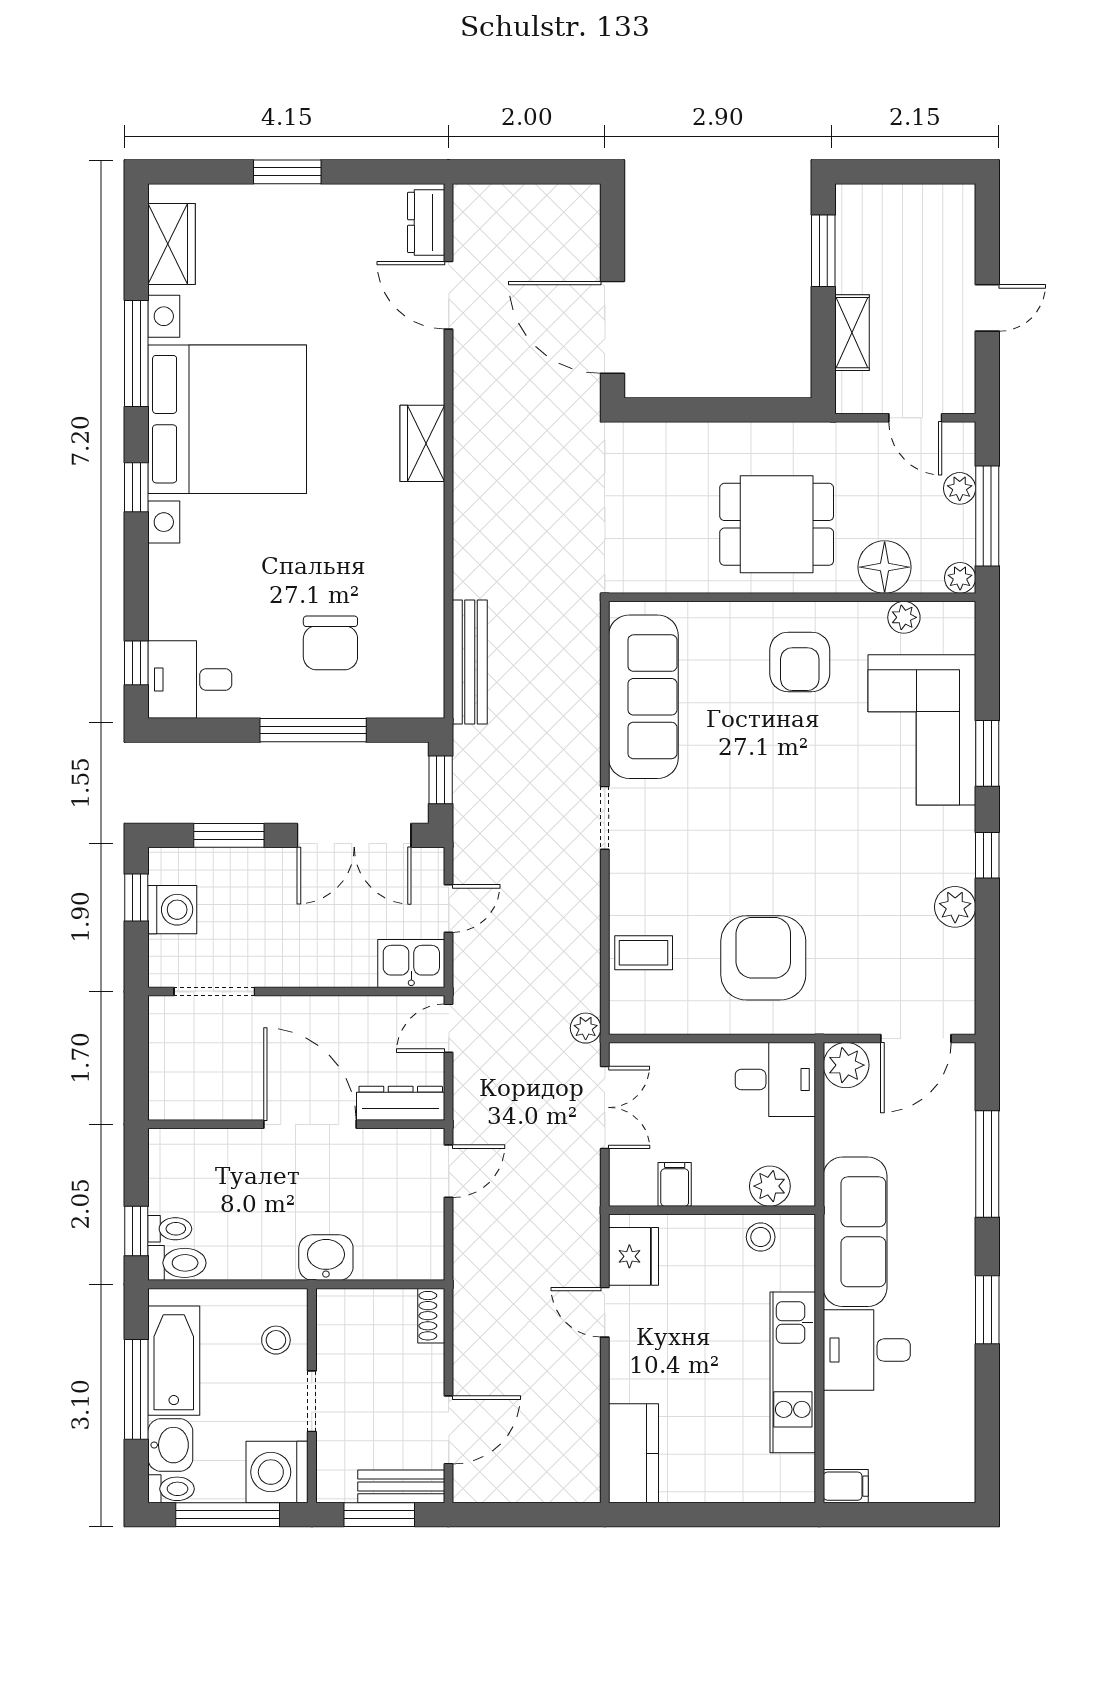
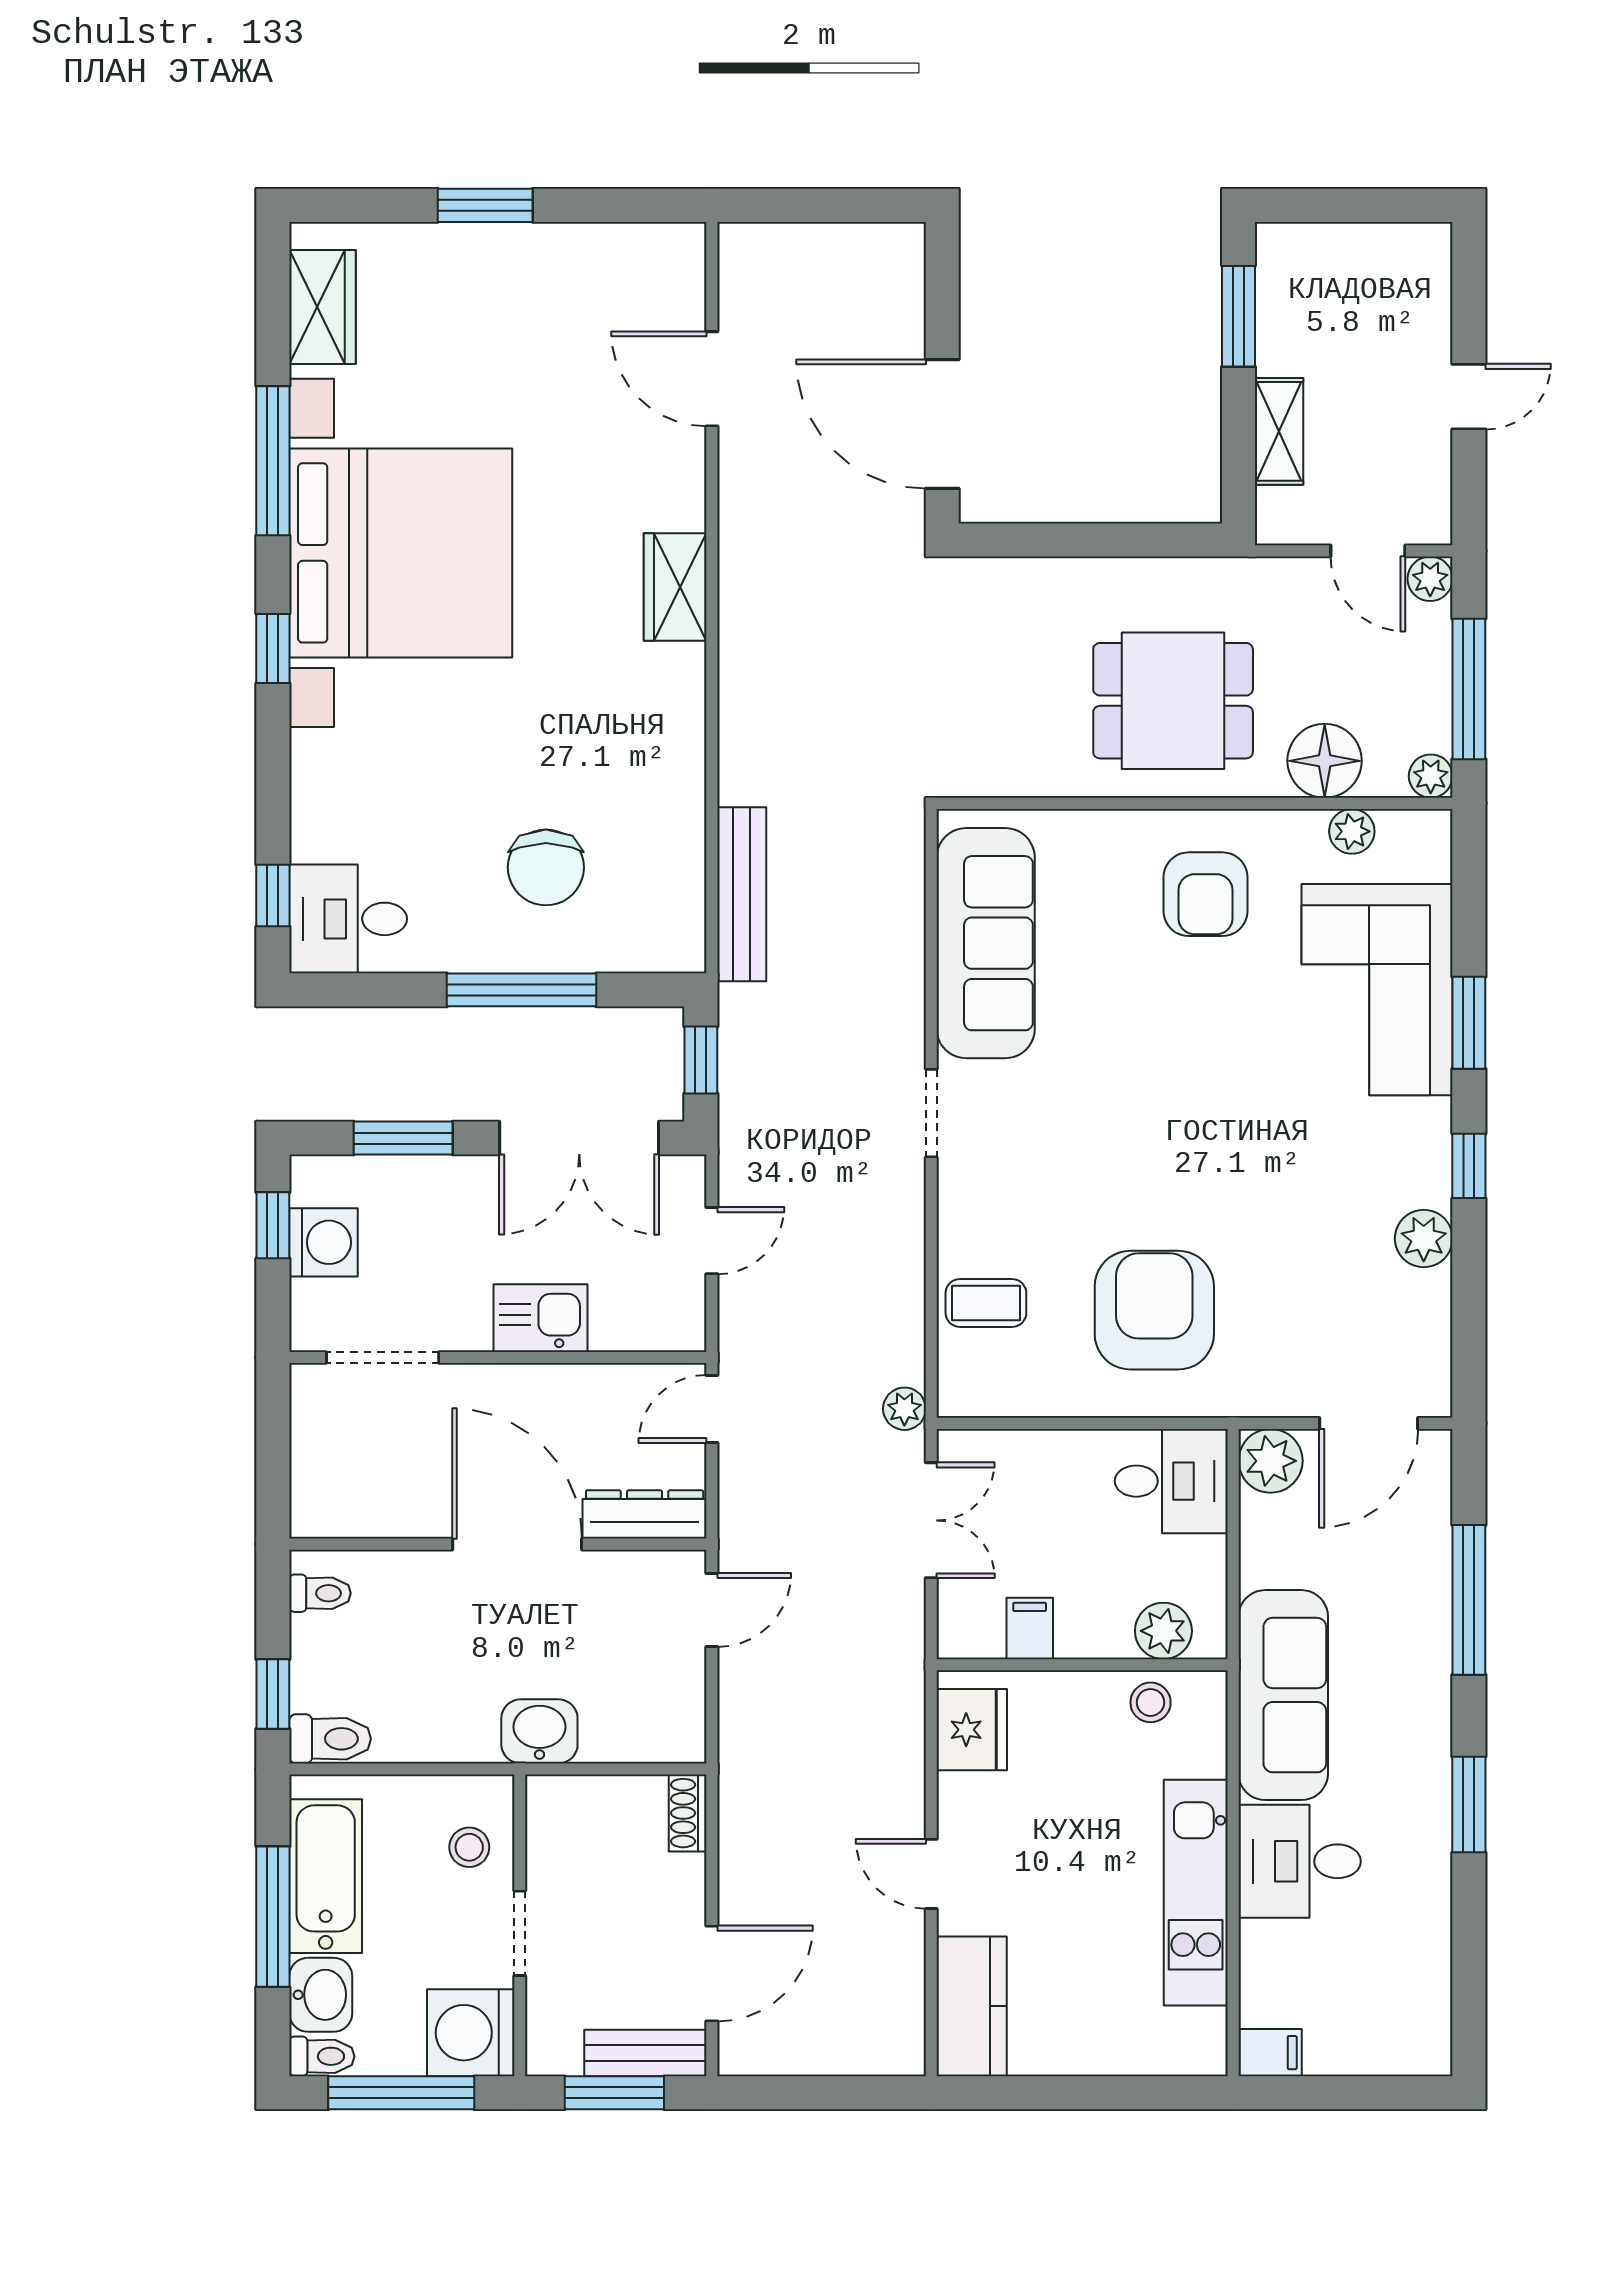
dresser: (426, 222) -> (680, 276), removed
plant: (960, 488) -> (1430, 579), moved
kitchen sink: (411, 964) -> (540, 1318), moved
toilet: (170, 1229) -> (320, 1593), moved
door: (605, 1312) -> (931, 1874), moved

